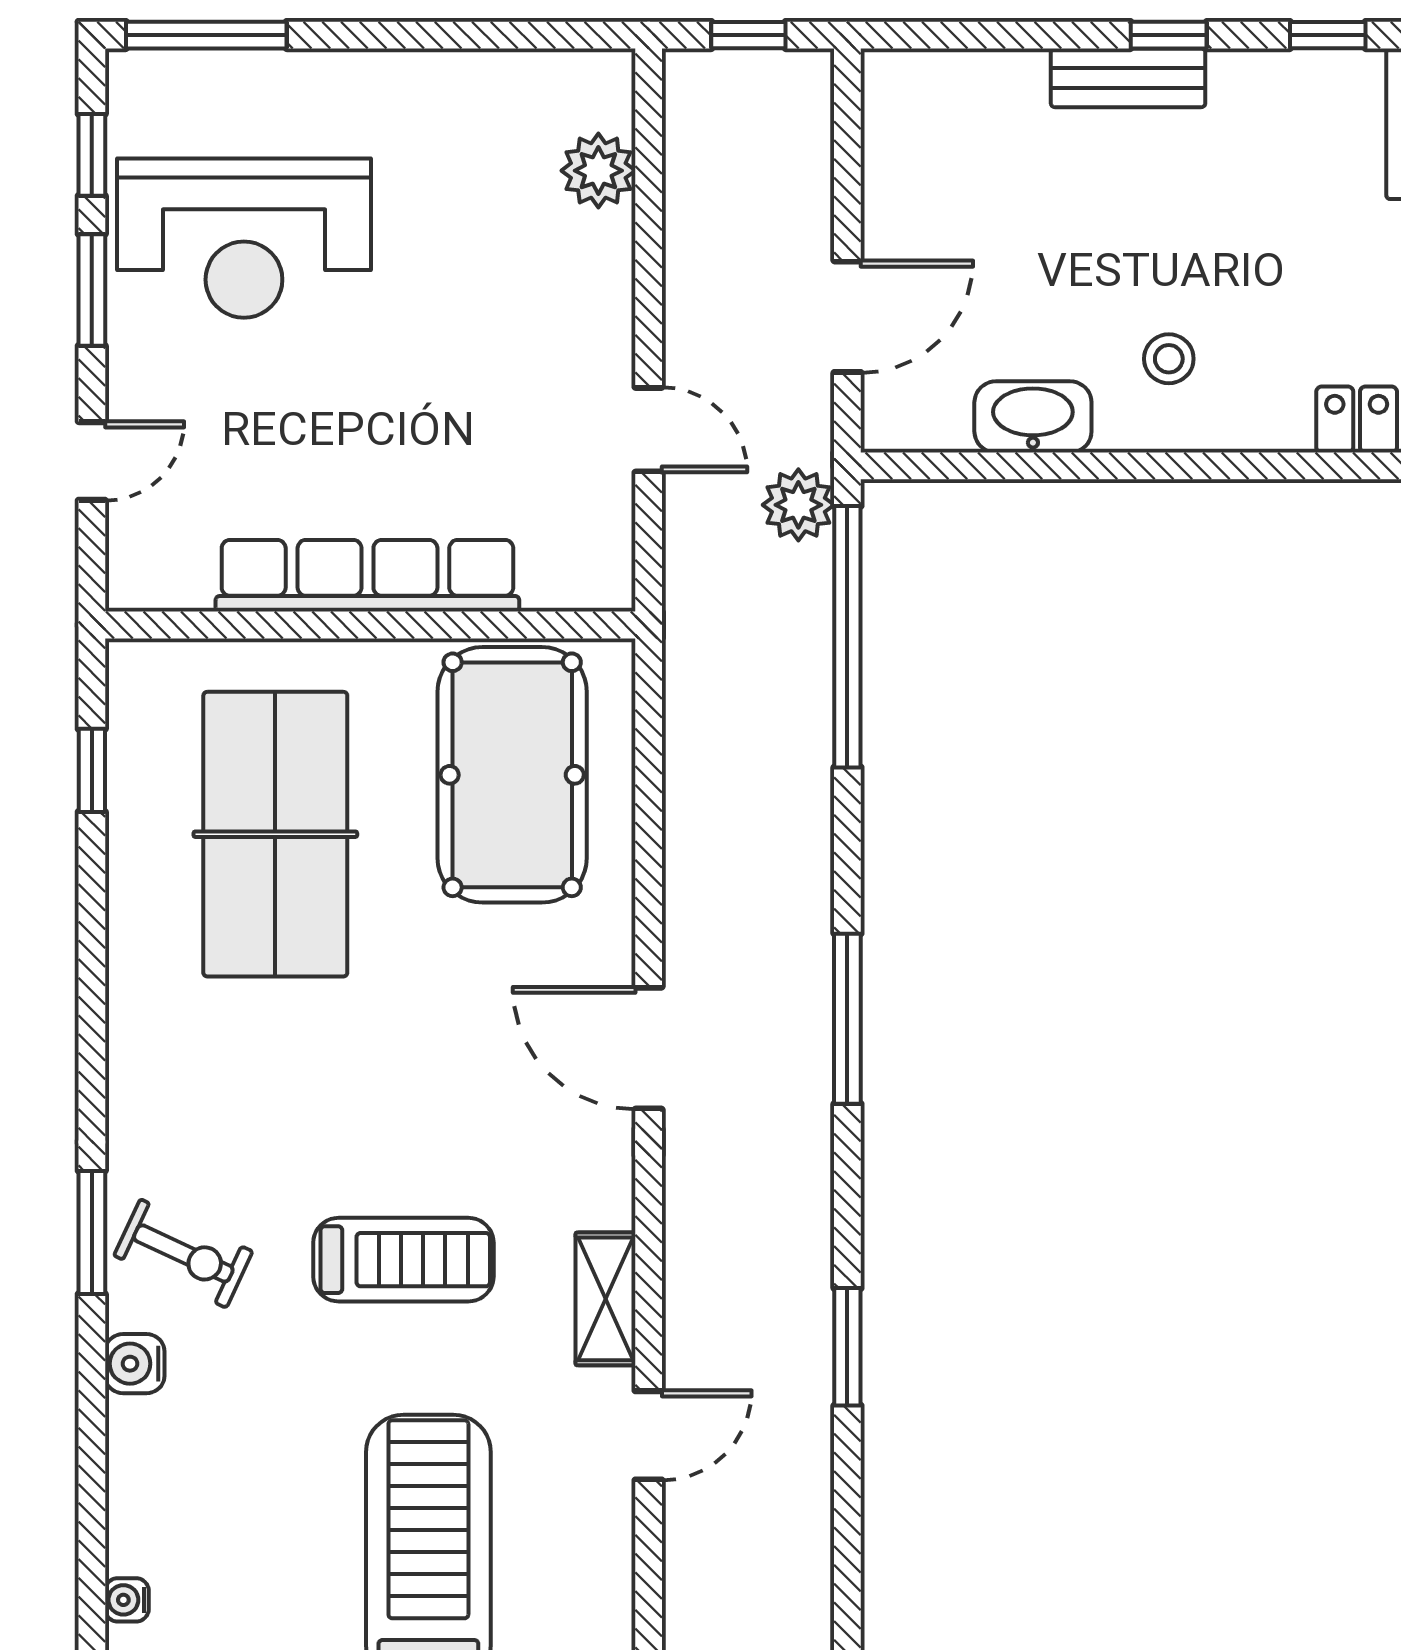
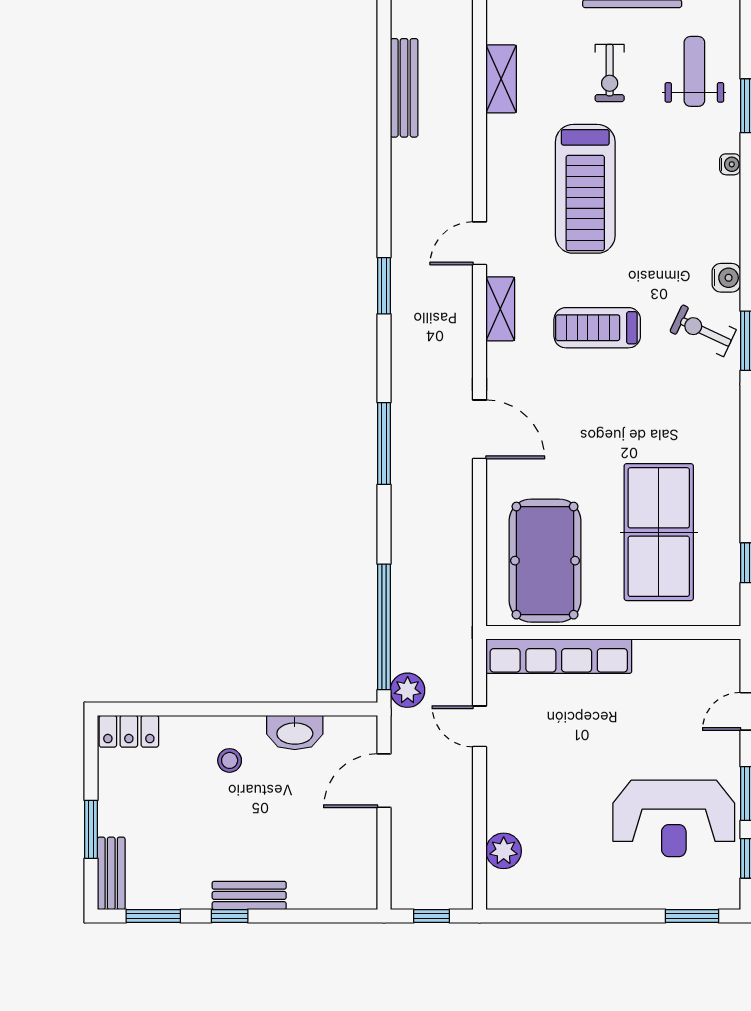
window: (206, 35) -> (692, 916), width x0.69
window: (1328, 35) -> (153, 916), width x1.50
reception desk: (244, 238) -> (674, 818), turned 180
row of seats: (367, 576) -> (559, 656), moved

